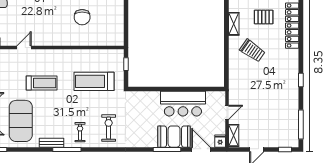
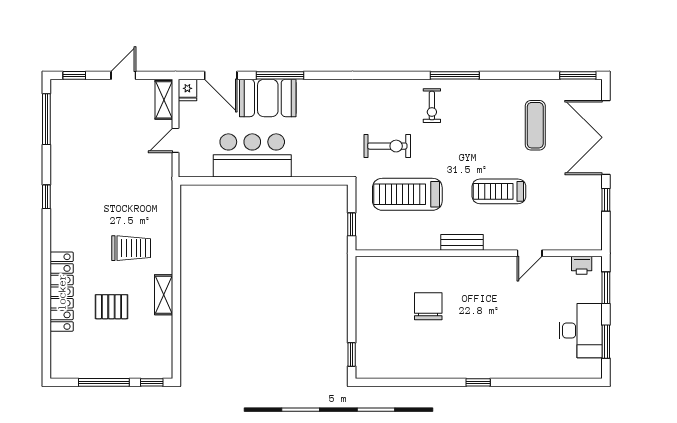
trolley: (252, 51) -> (131, 248), turned 145
treadmill: (94, 81) -> (407, 194), turned 180
exercise mat: (21, 121) -> (535, 125), width x0.50, depth x0.69
exercise bike: (109, 128) -> (387, 146), moved, turned -90
bench: (51, 143) -> (462, 242), moved

